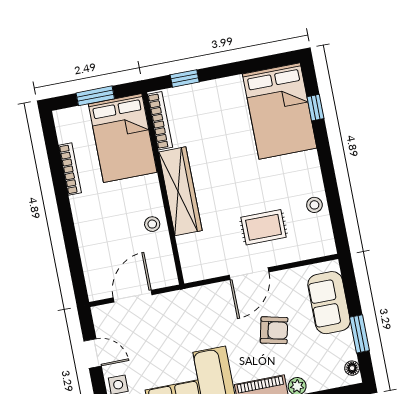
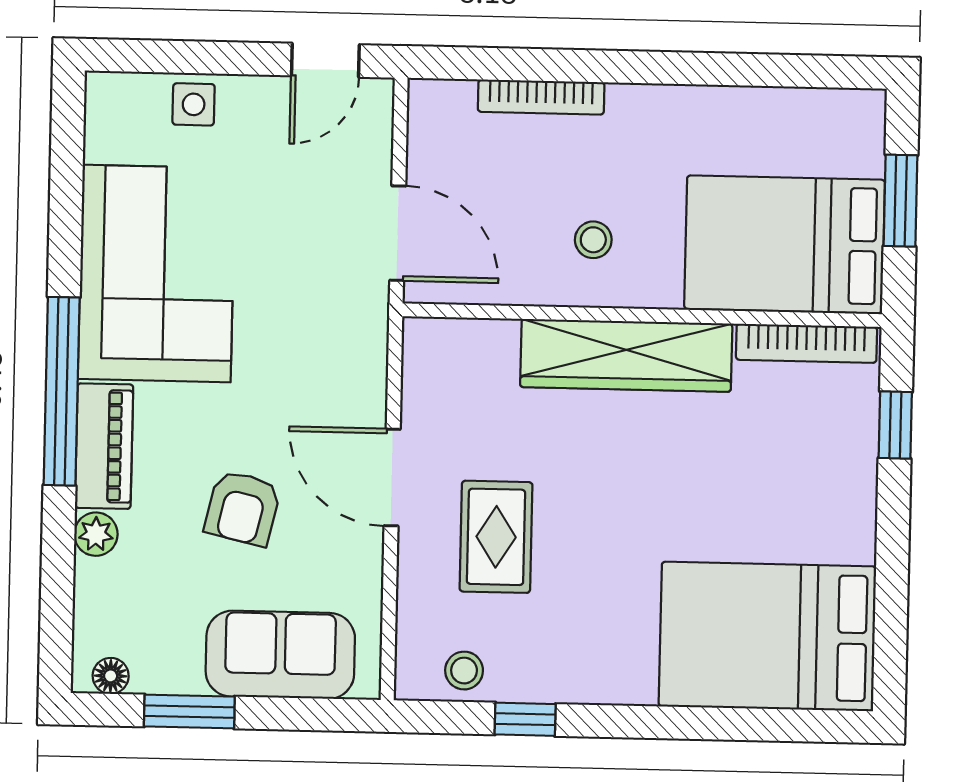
window: (315, 108) -> (525, 719), moved
bookcase: (70, 169) -> (541, 97), moved
stool: (314, 205) -> (464, 671), moved
stool: (152, 224) -> (593, 240), moved
door: (133, 296) -> (398, 233), moved
door: (93, 354) -> (325, 60), moved

